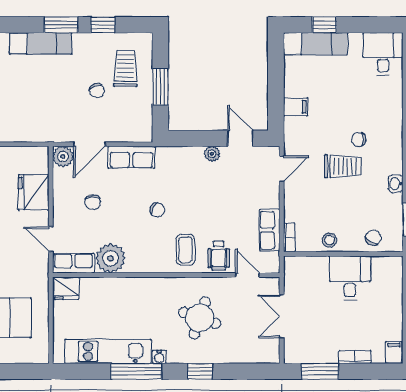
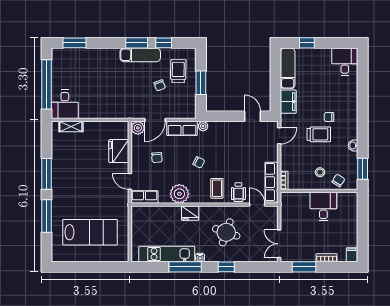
exam couch: (41, 43) -> (140, 55), moved
exam couch: (316, 44) -> (288, 68), moved, turned -90
filing cabinet: (296, 107) -> (288, 102), width x2.00
plant: (212, 154) -> (203, 126), moved
row of seats: (270, 230) -> (271, 182), width x1.48
stool: (330, 240) -> (320, 172), moved
plant: (110, 258) -> (179, 194), moved
fridge: (66, 288) -> (190, 213), moved
double door: (282, 316) -> (279, 244), moved

